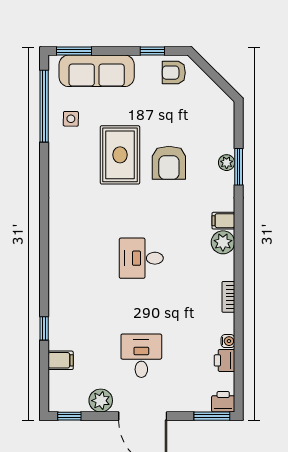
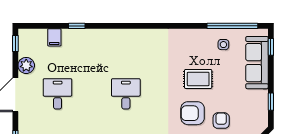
window: (74, 51) -> (271, 47), width x0.67
armchair: (174, 73) -> (221, 121), moved
rug: (120, 155) -> (198, 79), width x0.73, depth x0.70
desk: (141, 356) -> (58, 94), turned -90

